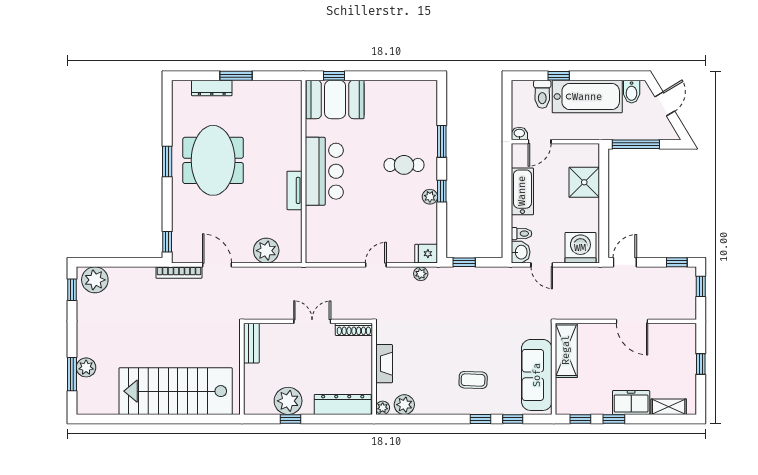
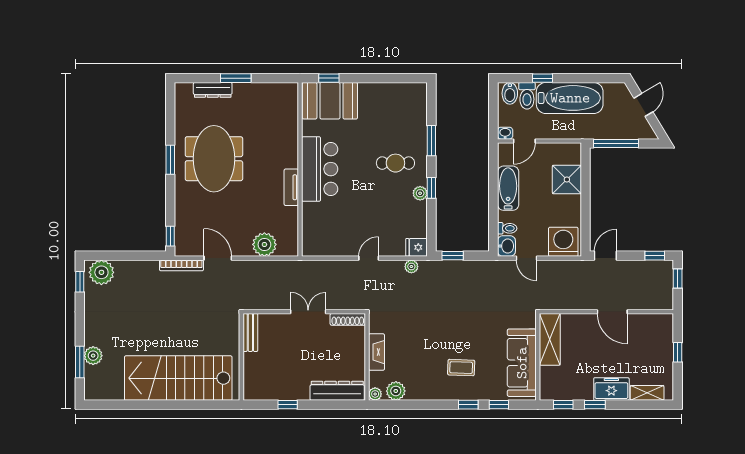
bidet: (632, 92) -> (510, 93), moved
plant: (288, 401) -> (285, 387), removed

